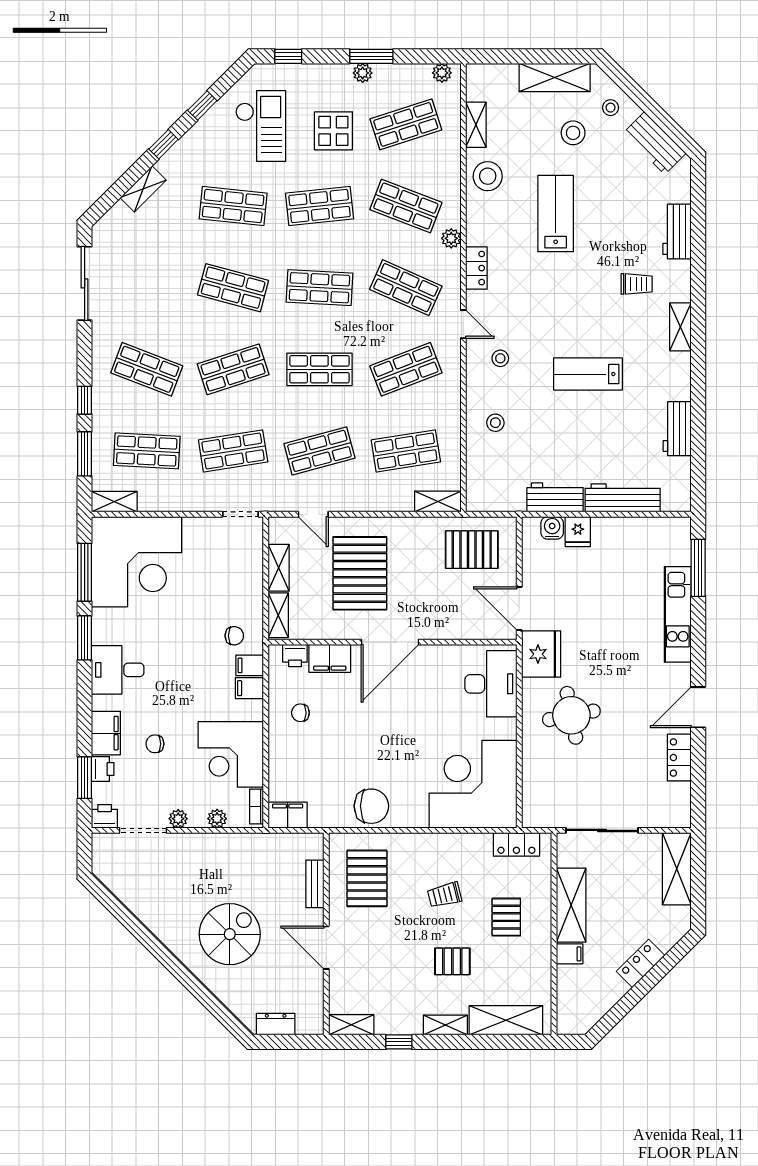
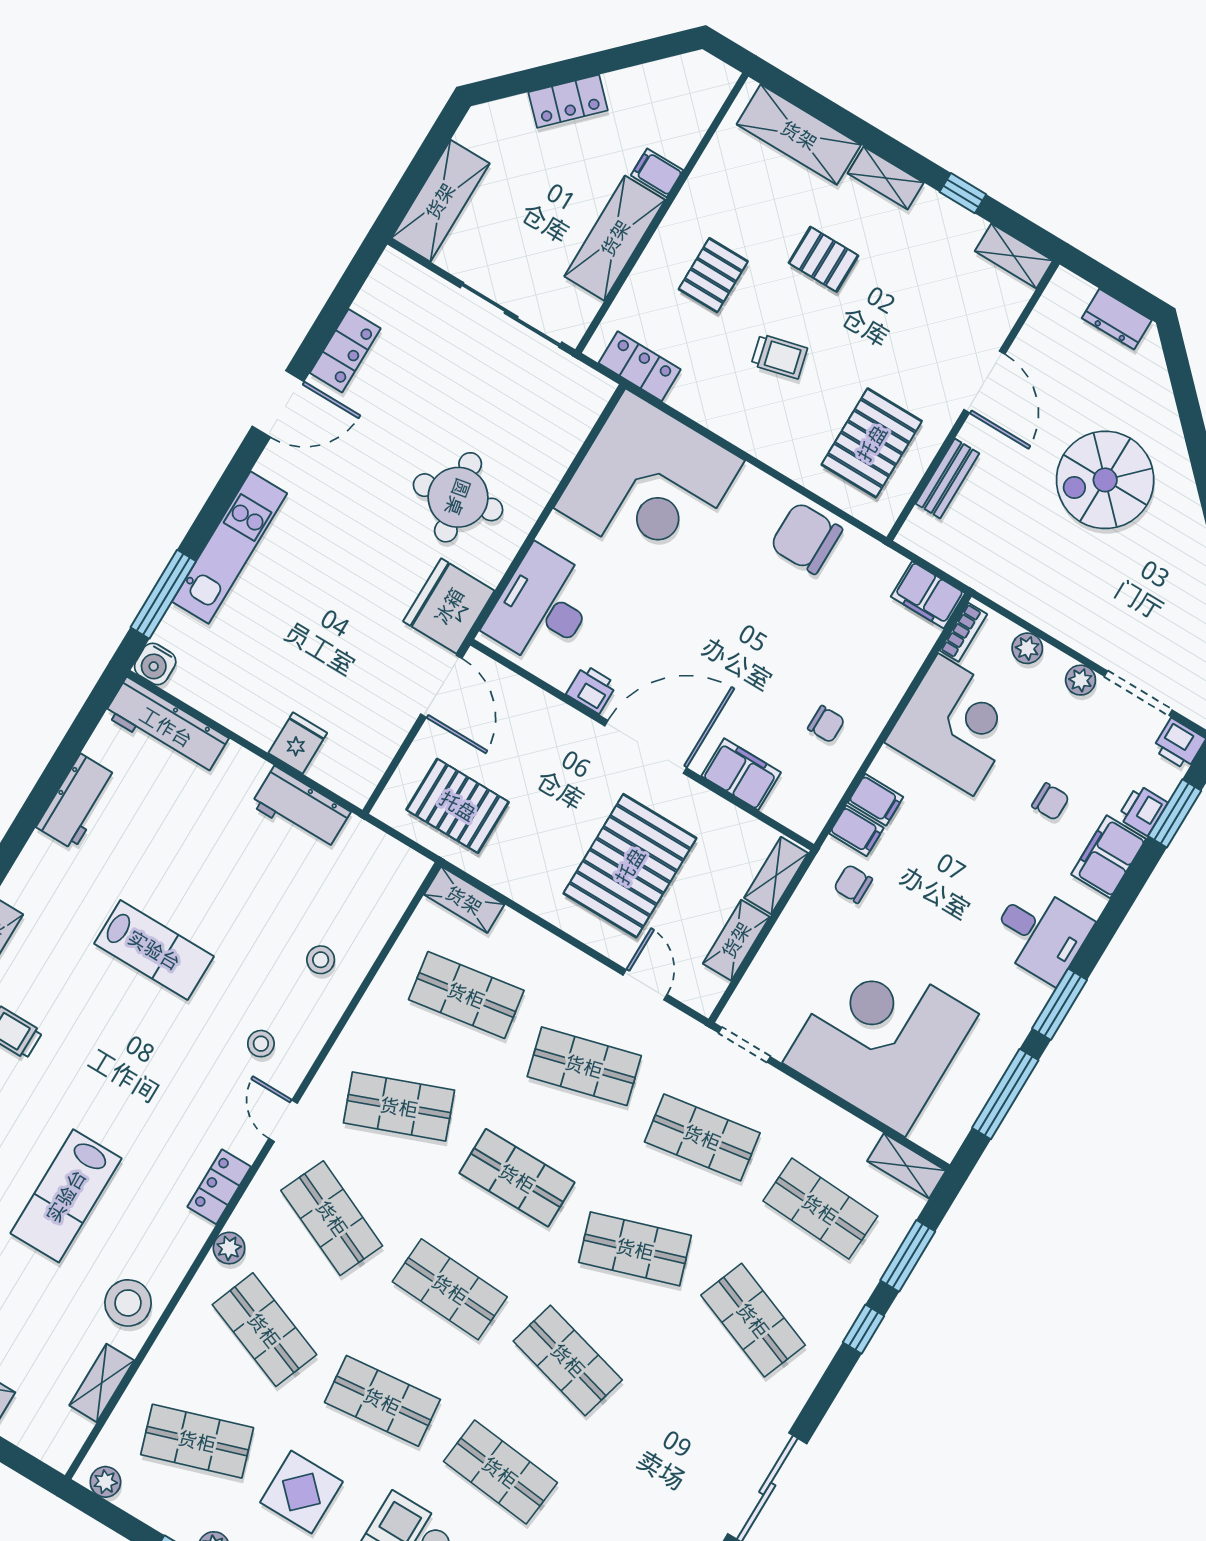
workbench: (623, 498) -> (166, 727), moved
water cooler: (552, 528) -> (155, 664), moved
corner desk: (137, 562) -> (881, 1038), moved
printer: (295, 656) -> (591, 689), moved

